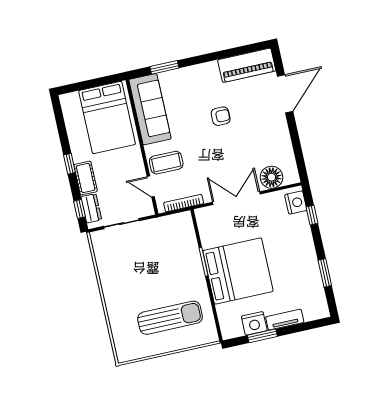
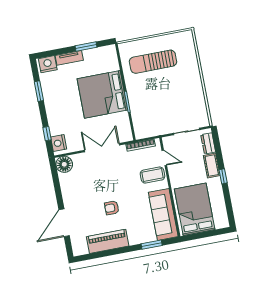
piano: (247, 65) -> (108, 241), moved
floor lamp: (271, 177) -> (64, 164), moved
double door: (236, 198) -> (102, 148), swing flipped
window: (80, 209) -> (217, 143), removed
nightstand: (254, 323) -> (48, 64), moved

